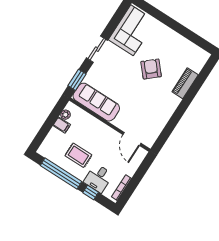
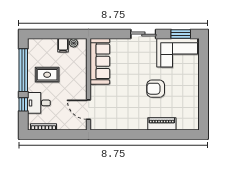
armchair: (151, 69) -> (156, 89), turned -139
window: (77, 80) -> (181, 34), moved
door: (132, 139) -> (89, 110), hinge flipped
rug: (78, 155) -> (47, 75), turned 90

